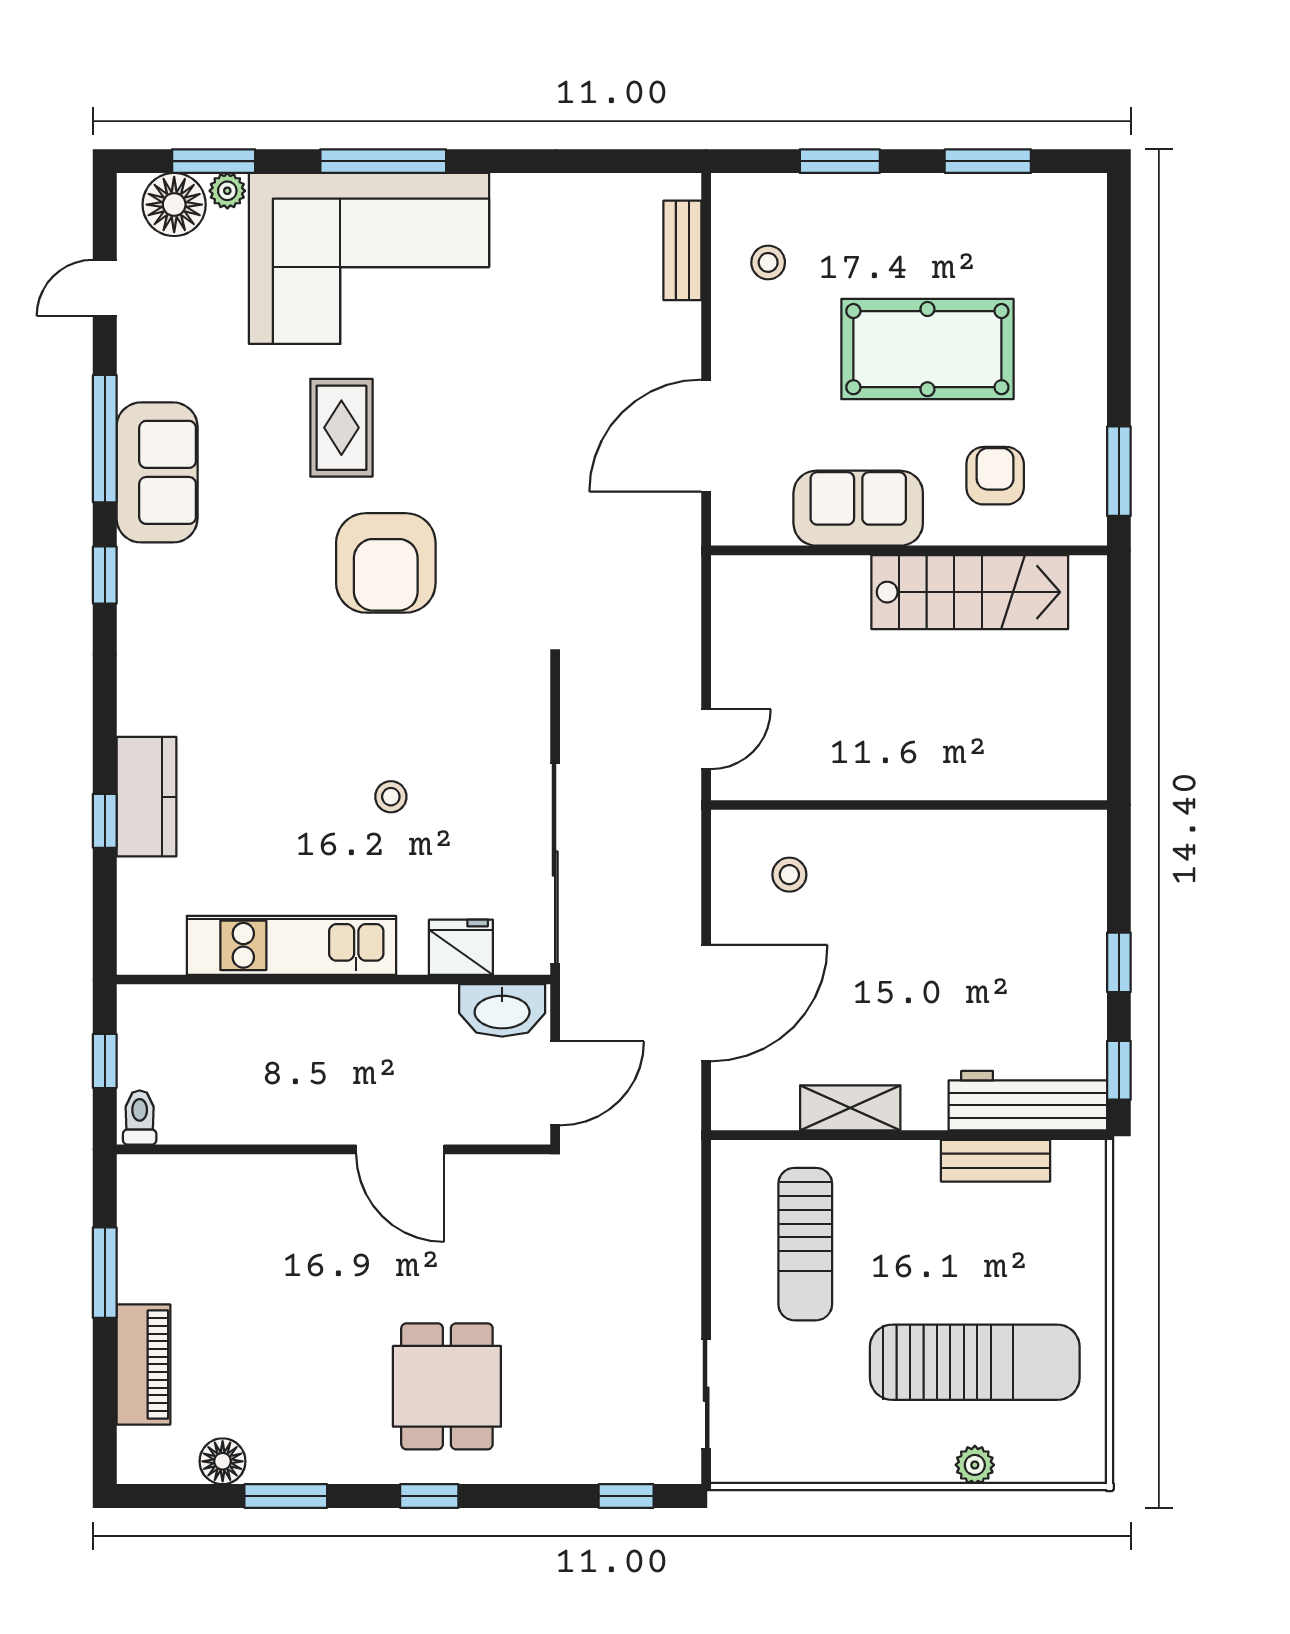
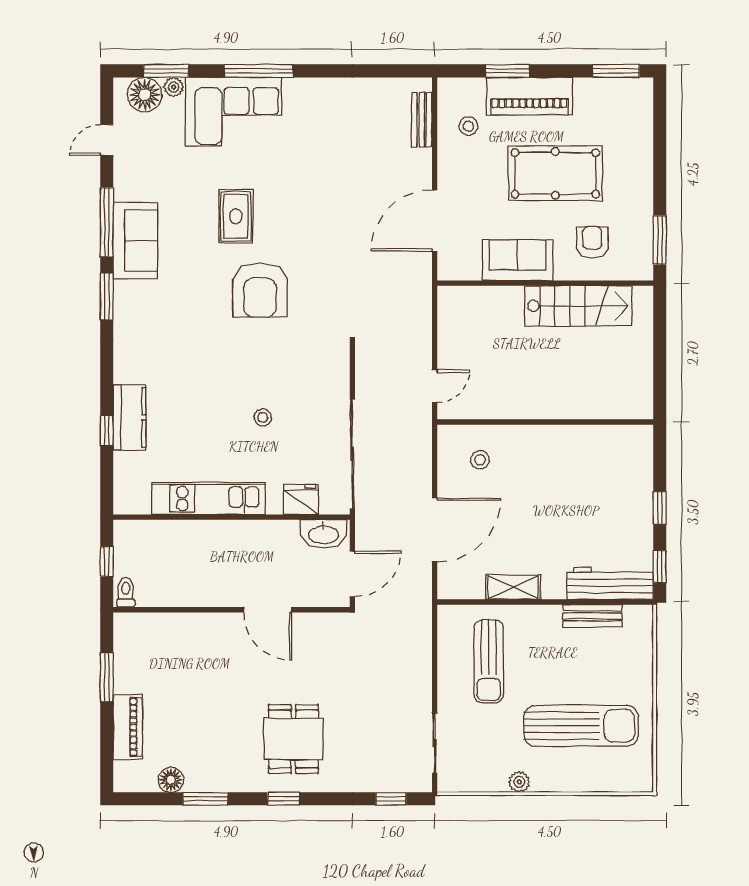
window: (988, 161) -> (616, 71), moved
piano: (880, 207) -> (530, 96), added
corner sofa: (369, 258) -> (233, 112), width x0.73, depth x0.74
window: (105, 575) -> (107, 297), width x1.50
plant: (975, 1465) -> (519, 782), moved

